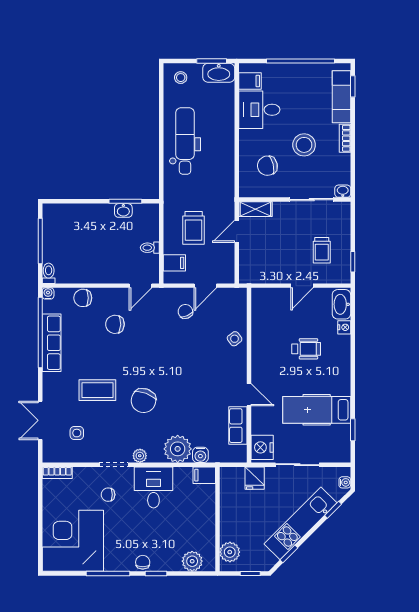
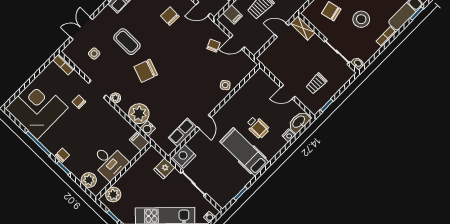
hospital bed: (317, 410) -> (244, 152), moved
desk: (153, 487) -> (109, 162), moved, turned 90

